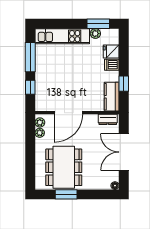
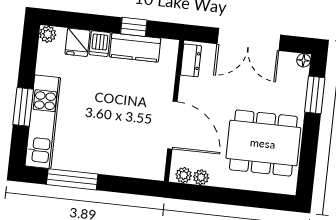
window: (98, 24) -> (23, 107), moved
plant: (95, 34) -> (48, 34), moved
window: (30, 87) -> (123, 185), removed
kitchen counter: (112, 97) -> (135, 48), moved
window: (66, 194) -> (315, 95), moved

